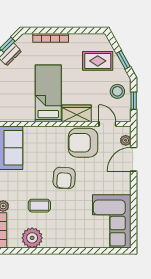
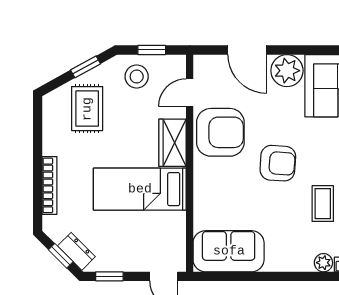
plant: (126, 140) -> (287, 71), moved, width x1.88, depth x1.88
armchair: (83, 143) -> (220, 132), turned -90

